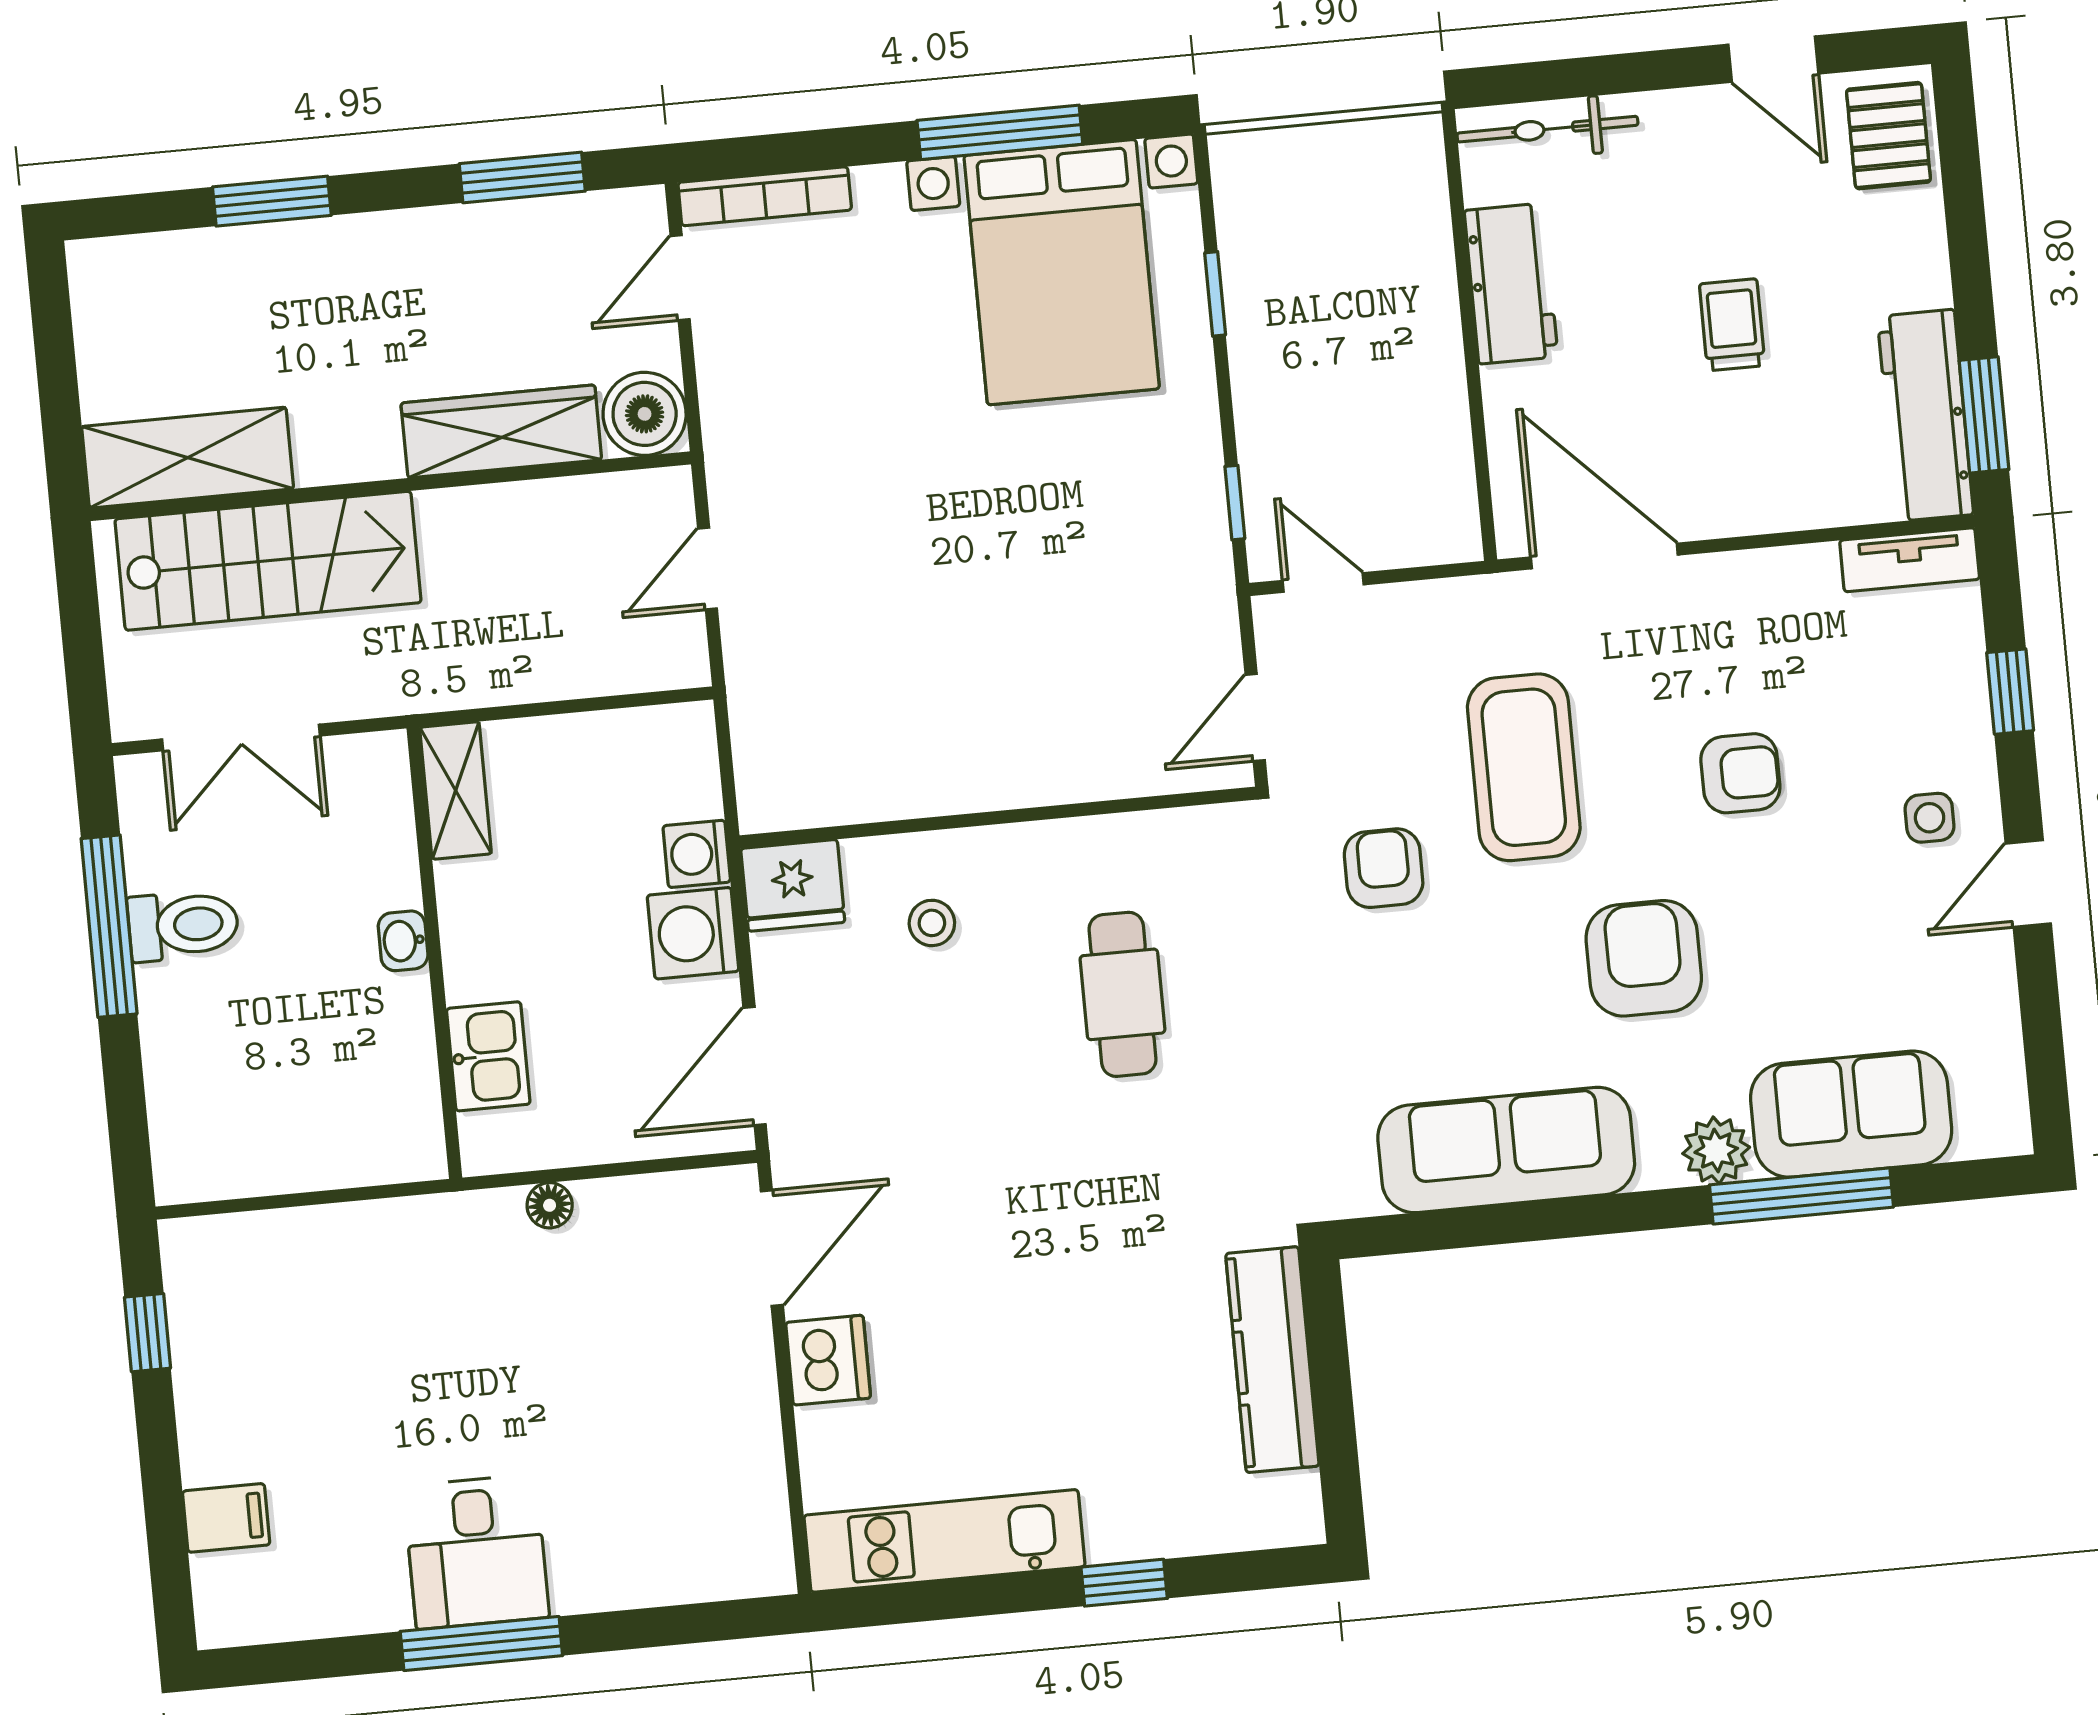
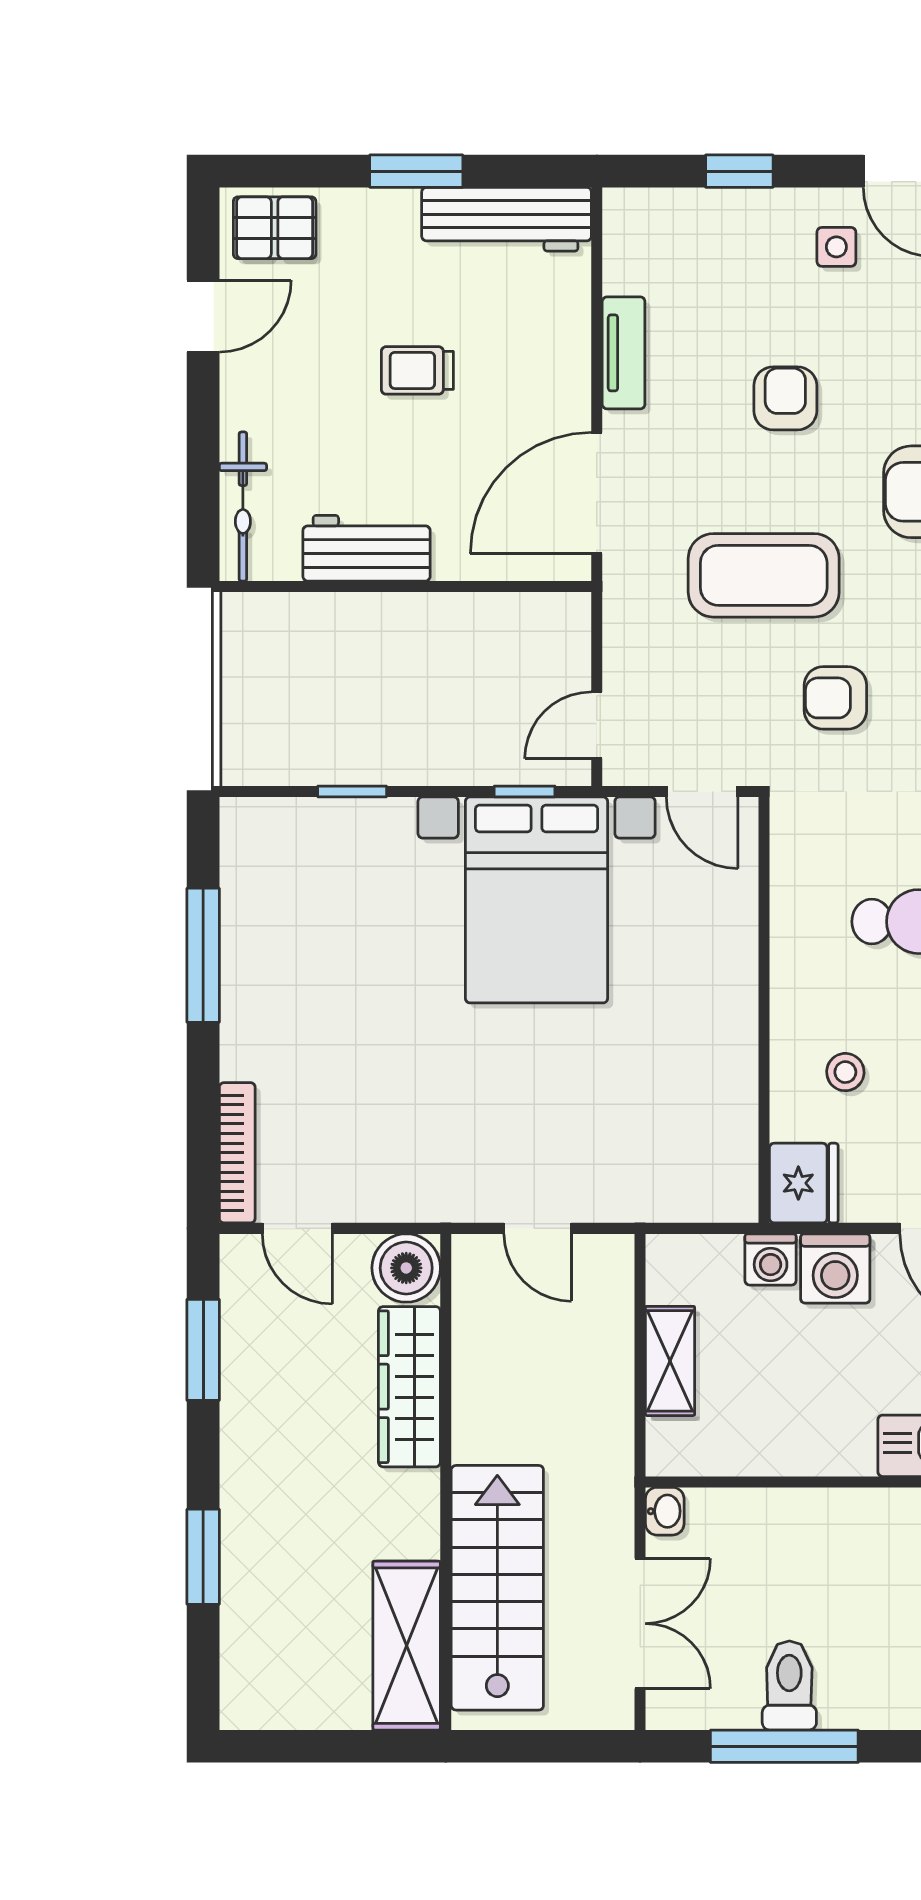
bed with nightstands: (1062, 272) -> (537, 900), moved, turned 90
window: (1984, 415) -> (416, 171), moved
tv unit: (1910, 560) -> (624, 353), moved
shelving: (456, 791) -> (670, 1361), moved, turned 90
washbasin: (403, 941) -> (665, 1511), moved, turned -90

